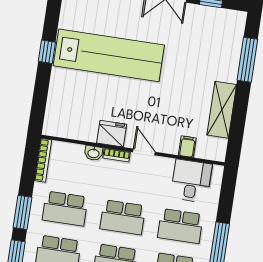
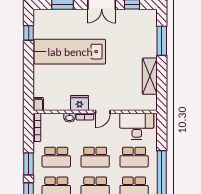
window: (47, 52) -> (29, 33), moved
lab bench: (109, 55) -> (70, 52), turned 180
filing cabinet: (187, 147) -> (38, 104), moved
door: (144, 152) -> (103, 112), swing flipped
desk: (191, 181) -> (137, 126), width x1.37

